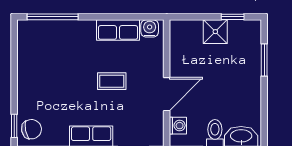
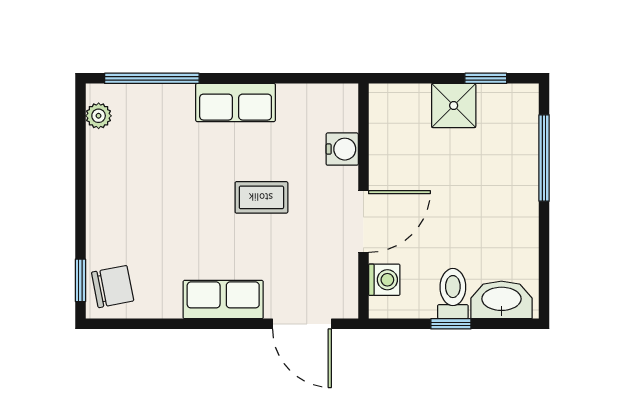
water cooler: (150, 28) -> (342, 149), moved, turned 90
row of seats: (118, 30) -> (236, 102), moved
plant: (24, 37) -> (99, 116), added
window: (264, 60) -> (544, 158), width x1.44

